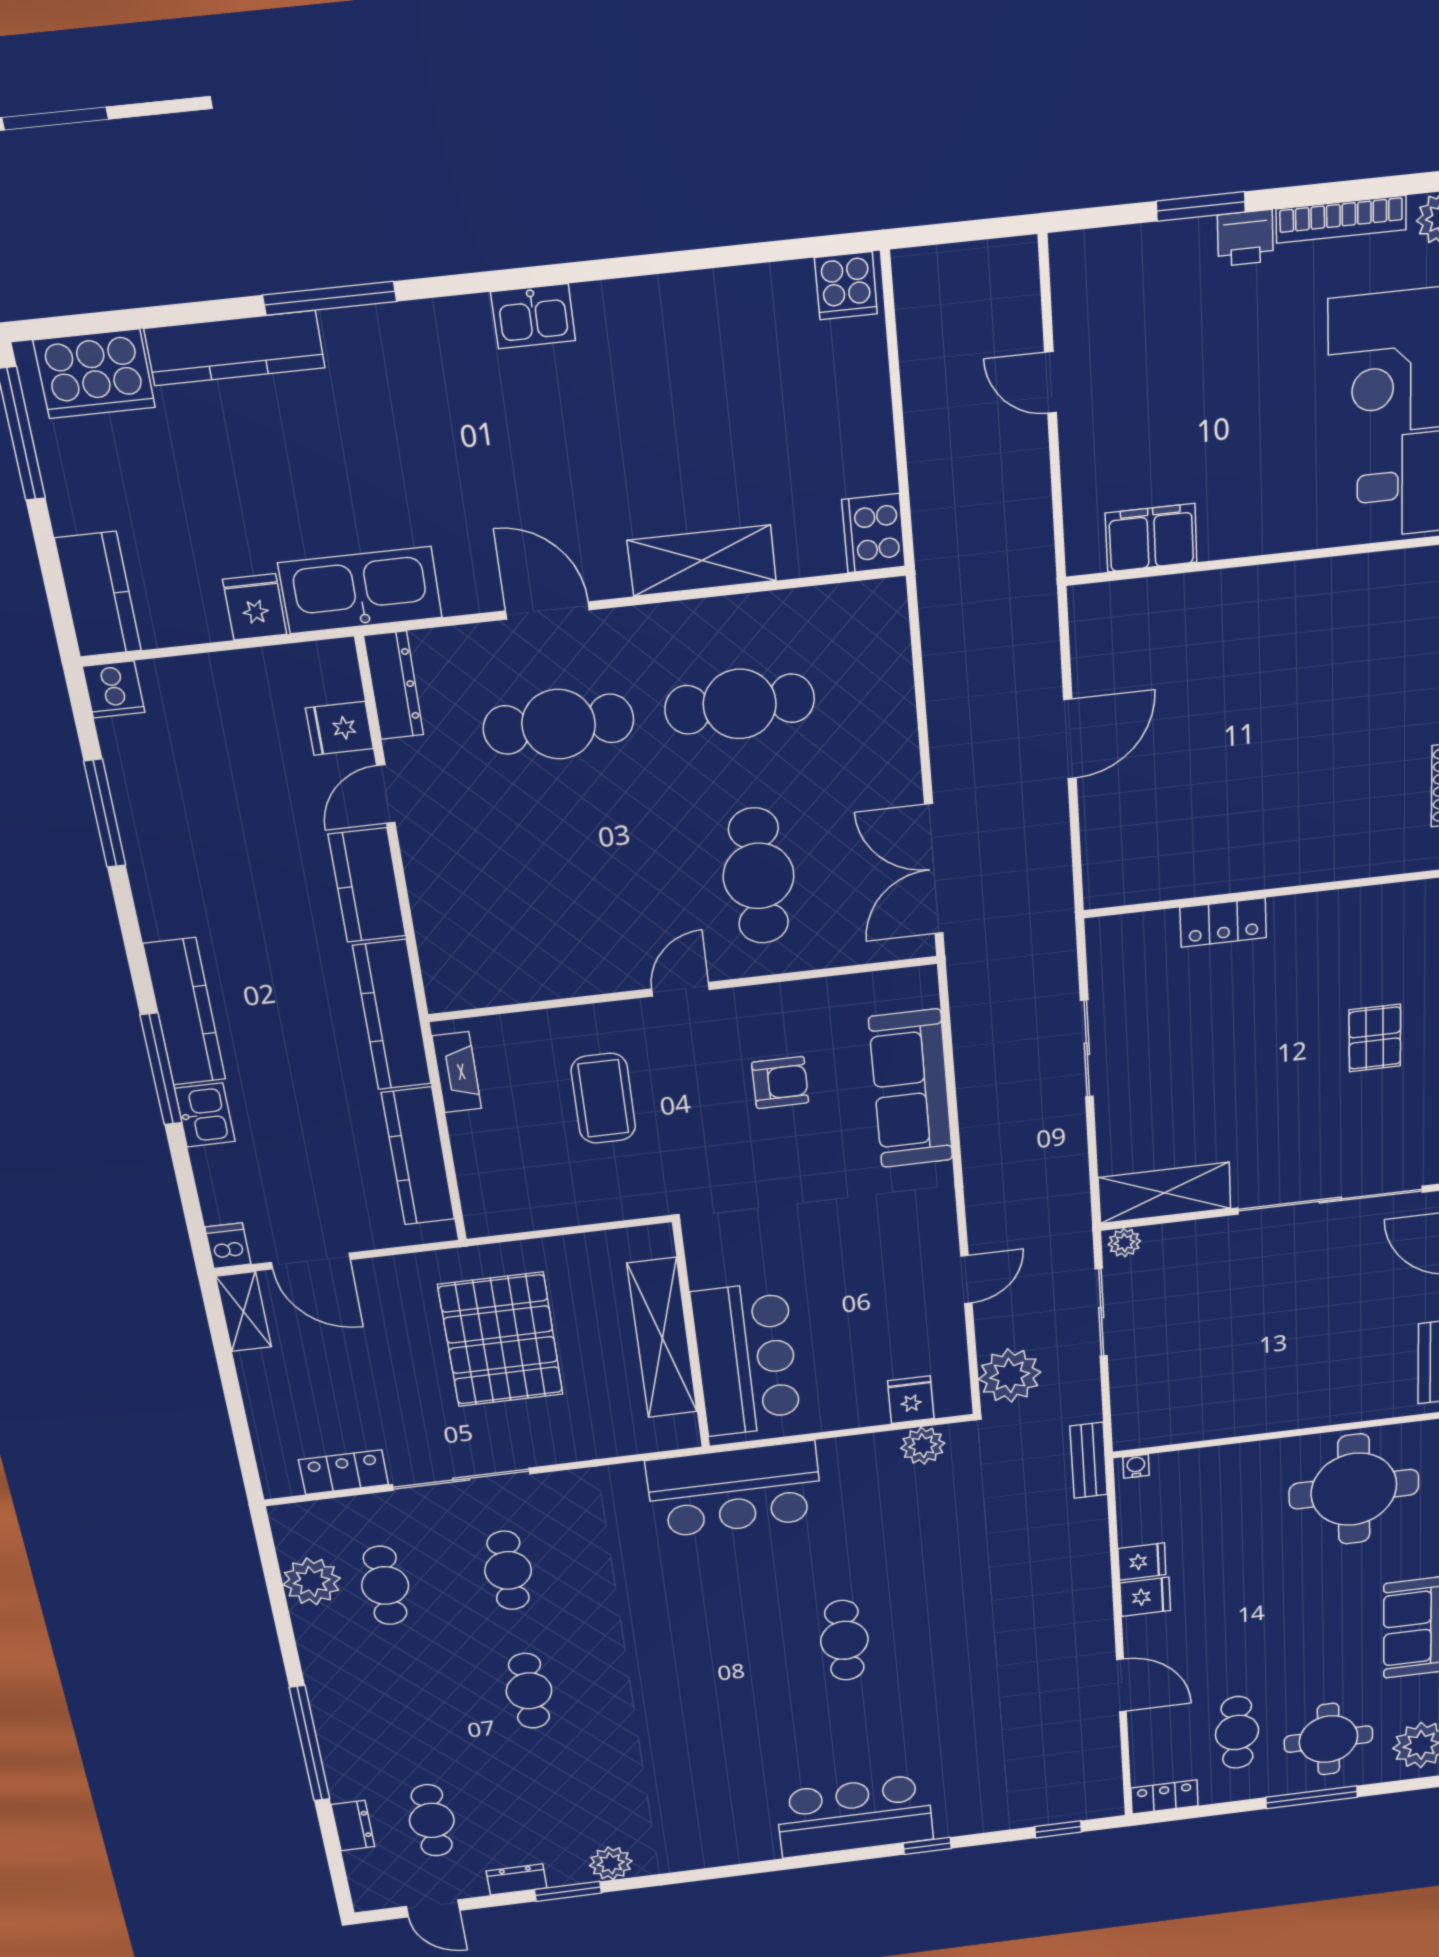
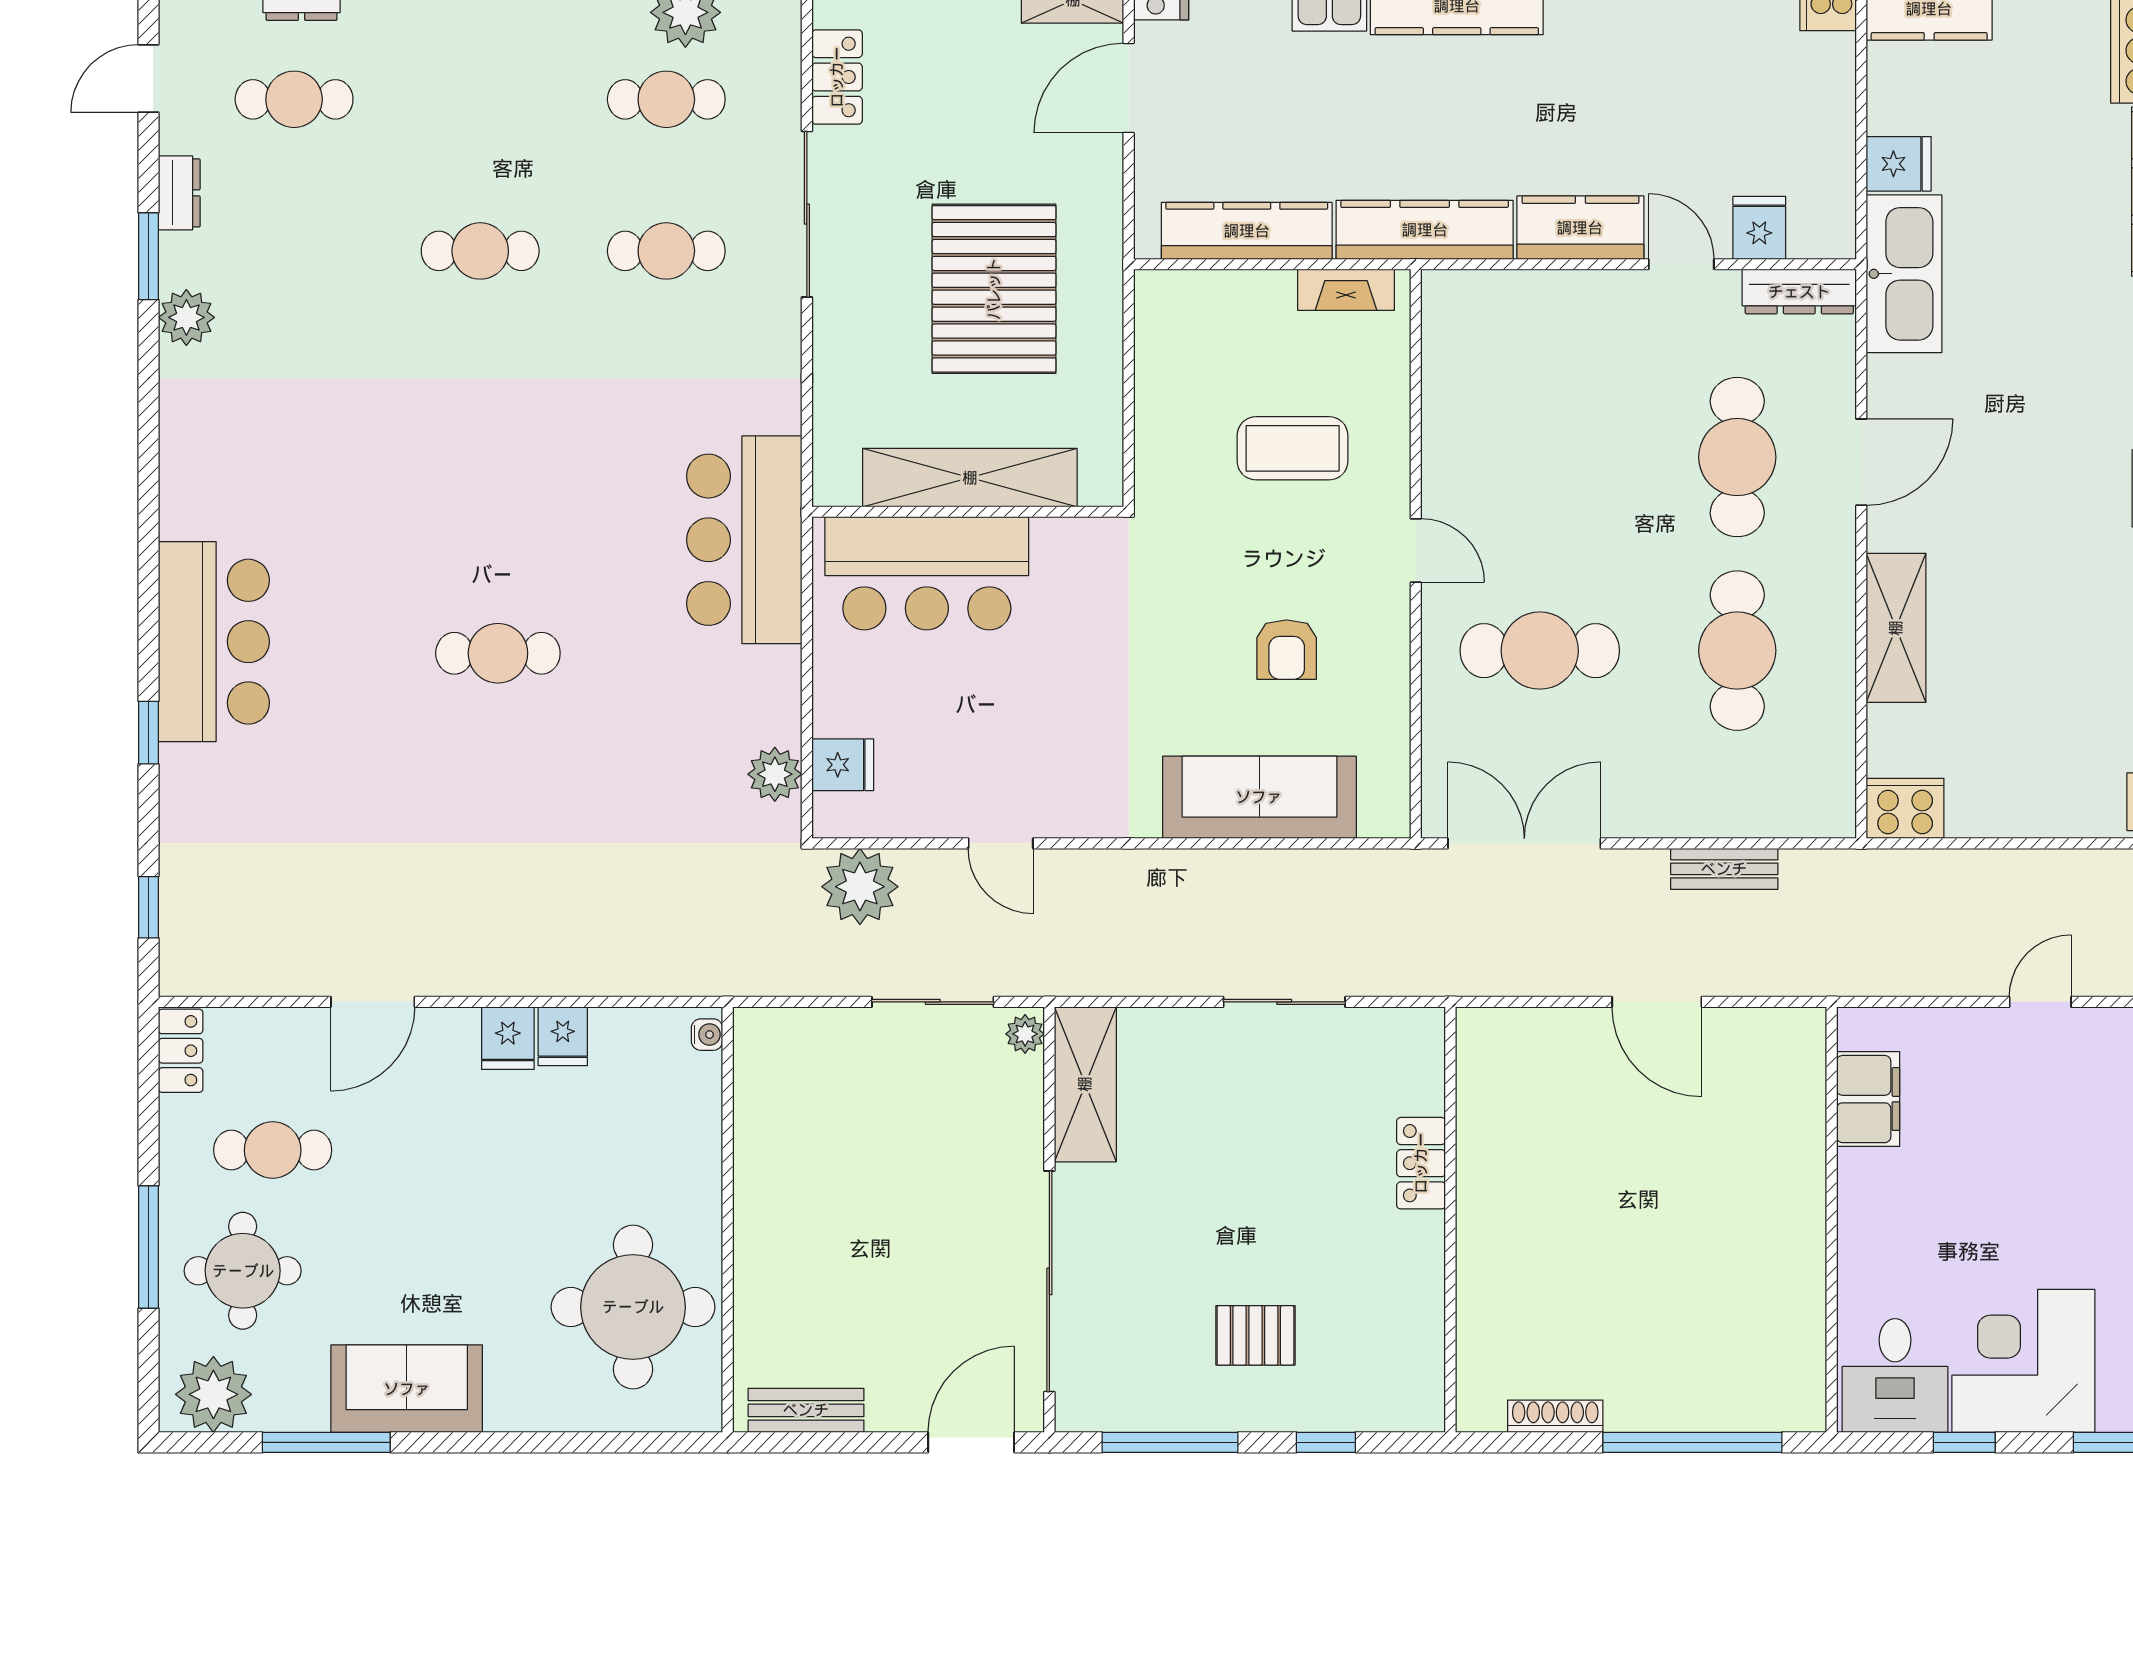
pallet: (501, 1340) -> (994, 289), turned 90
bench: (1089, 1460) -> (1724, 869), moved

